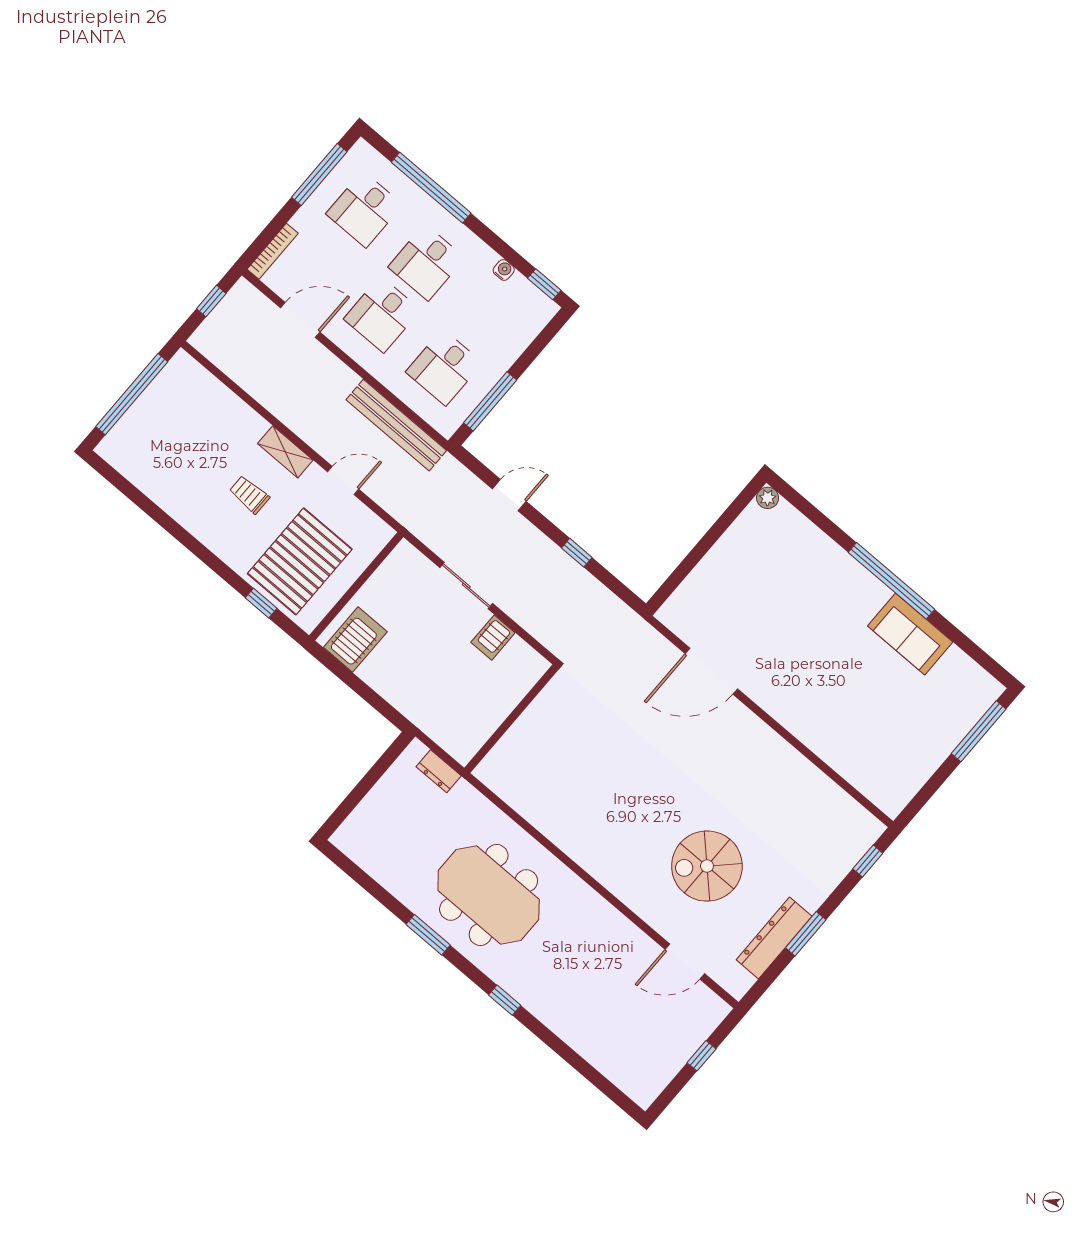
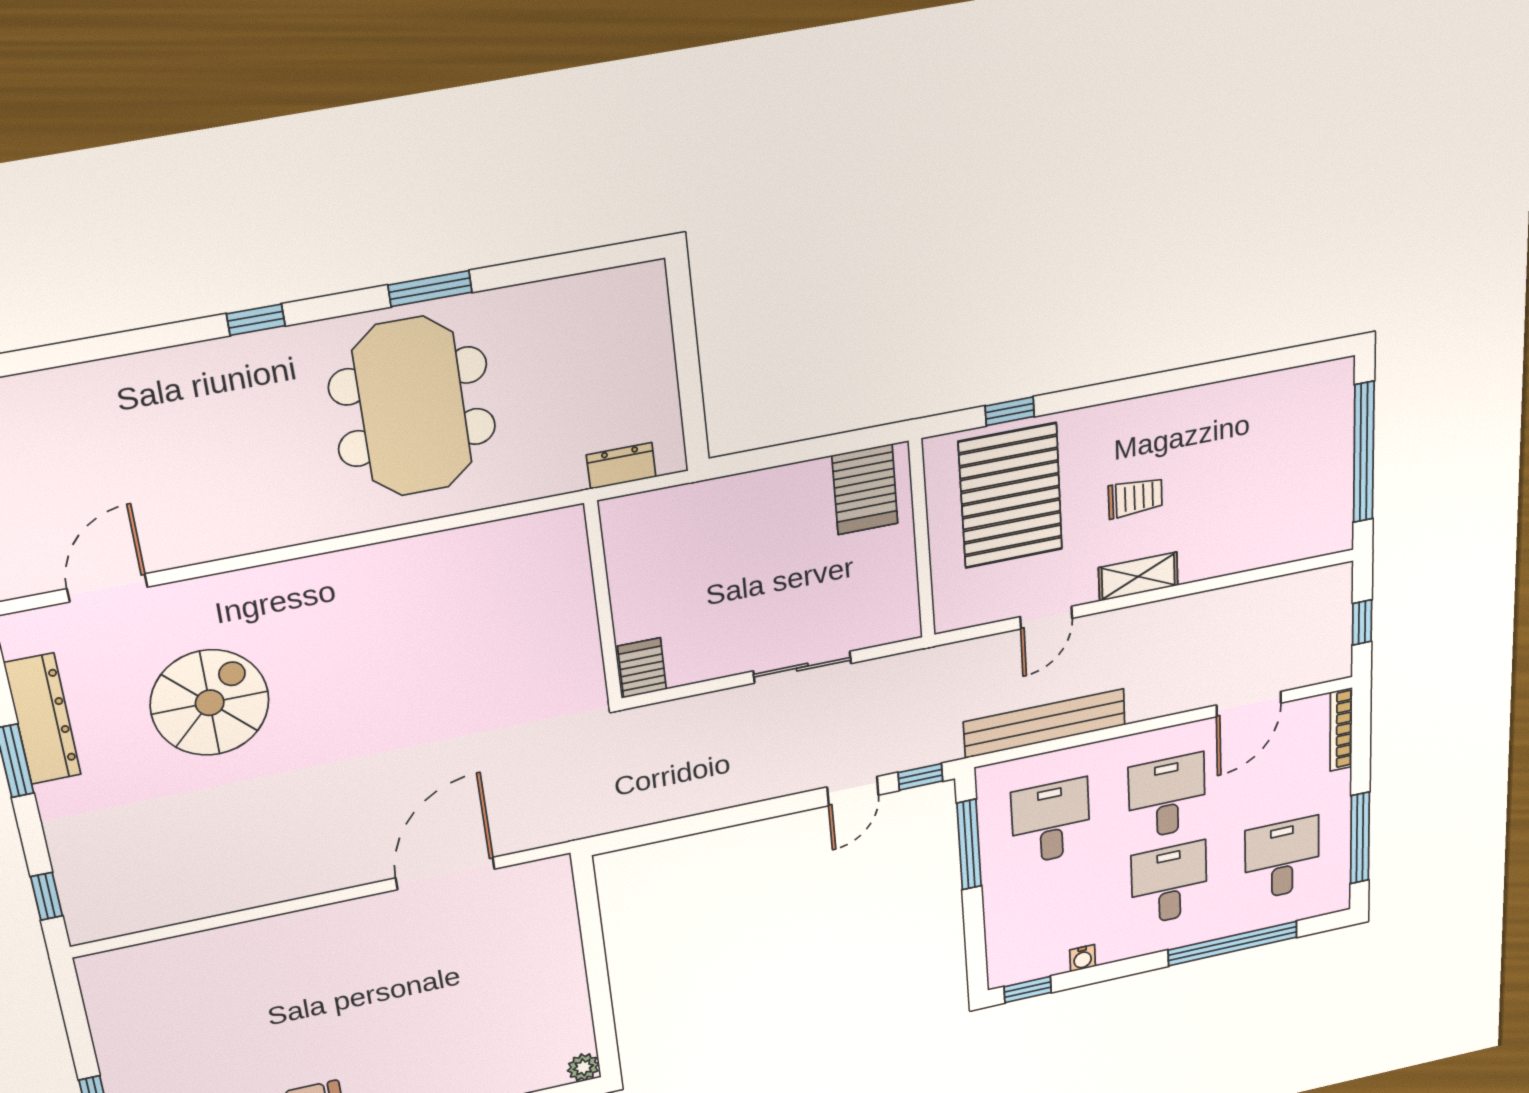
window: (577, 553) -> (920, 777), moved
server rack: (493, 638) -> (642, 668), moved
meeting table: (489, 895) -> (412, 407), turned 90

